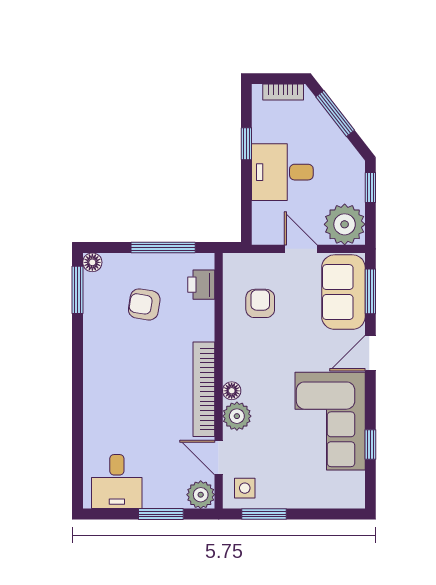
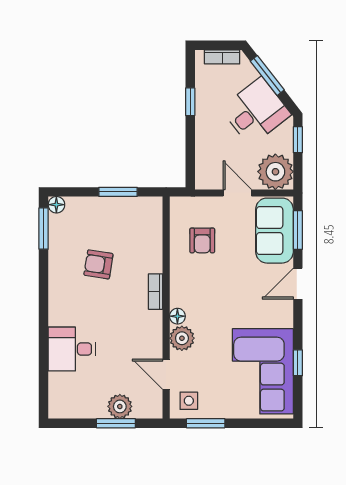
desk: (282, 172) -> (256, 112), moved, turned 142
window: (163, 248) -> (118, 192), width x0.69
printer: (201, 285) -> (151, 224), removed
armchair: (260, 303) -> (202, 240), turned 180
armchair: (144, 304) -> (98, 264), moved
bookcase: (204, 389) -> (156, 292), width x0.43, depth x0.76
corner sofa: (330, 421) -> (263, 371), moved
desk: (117, 482) -> (72, 349), moved, turned 90
plant: (201, 495) -> (120, 406), moved

